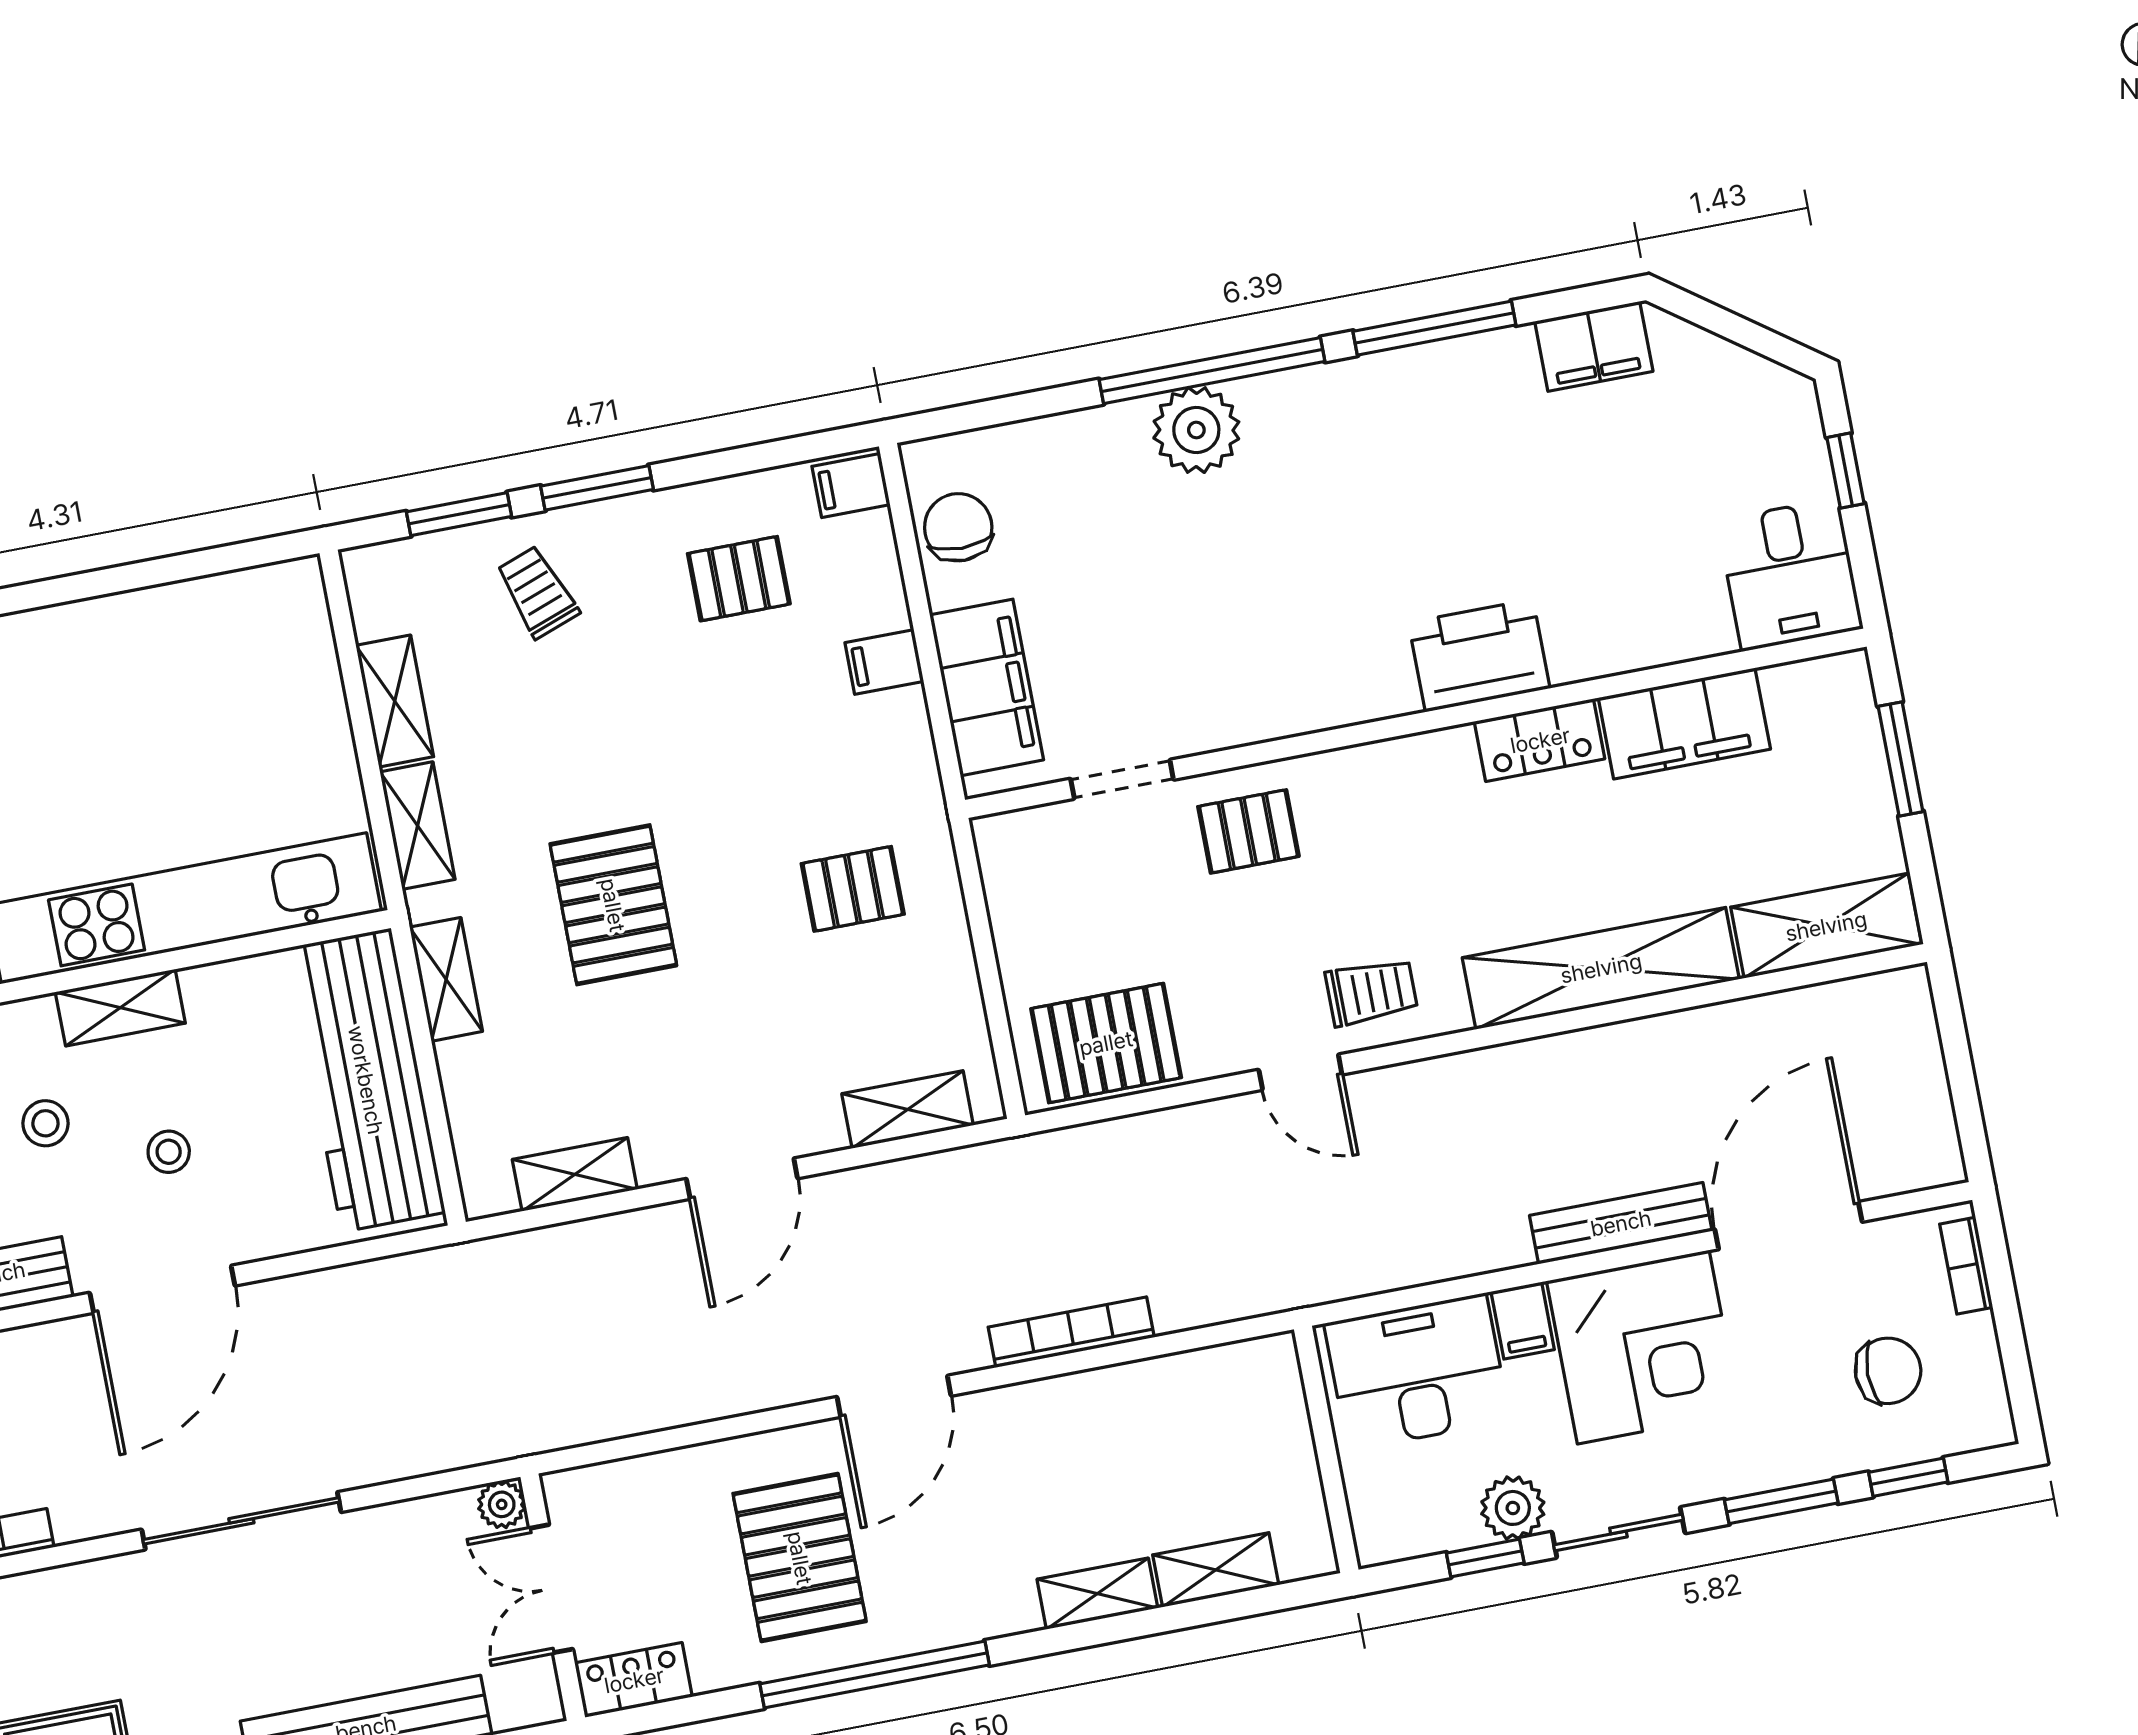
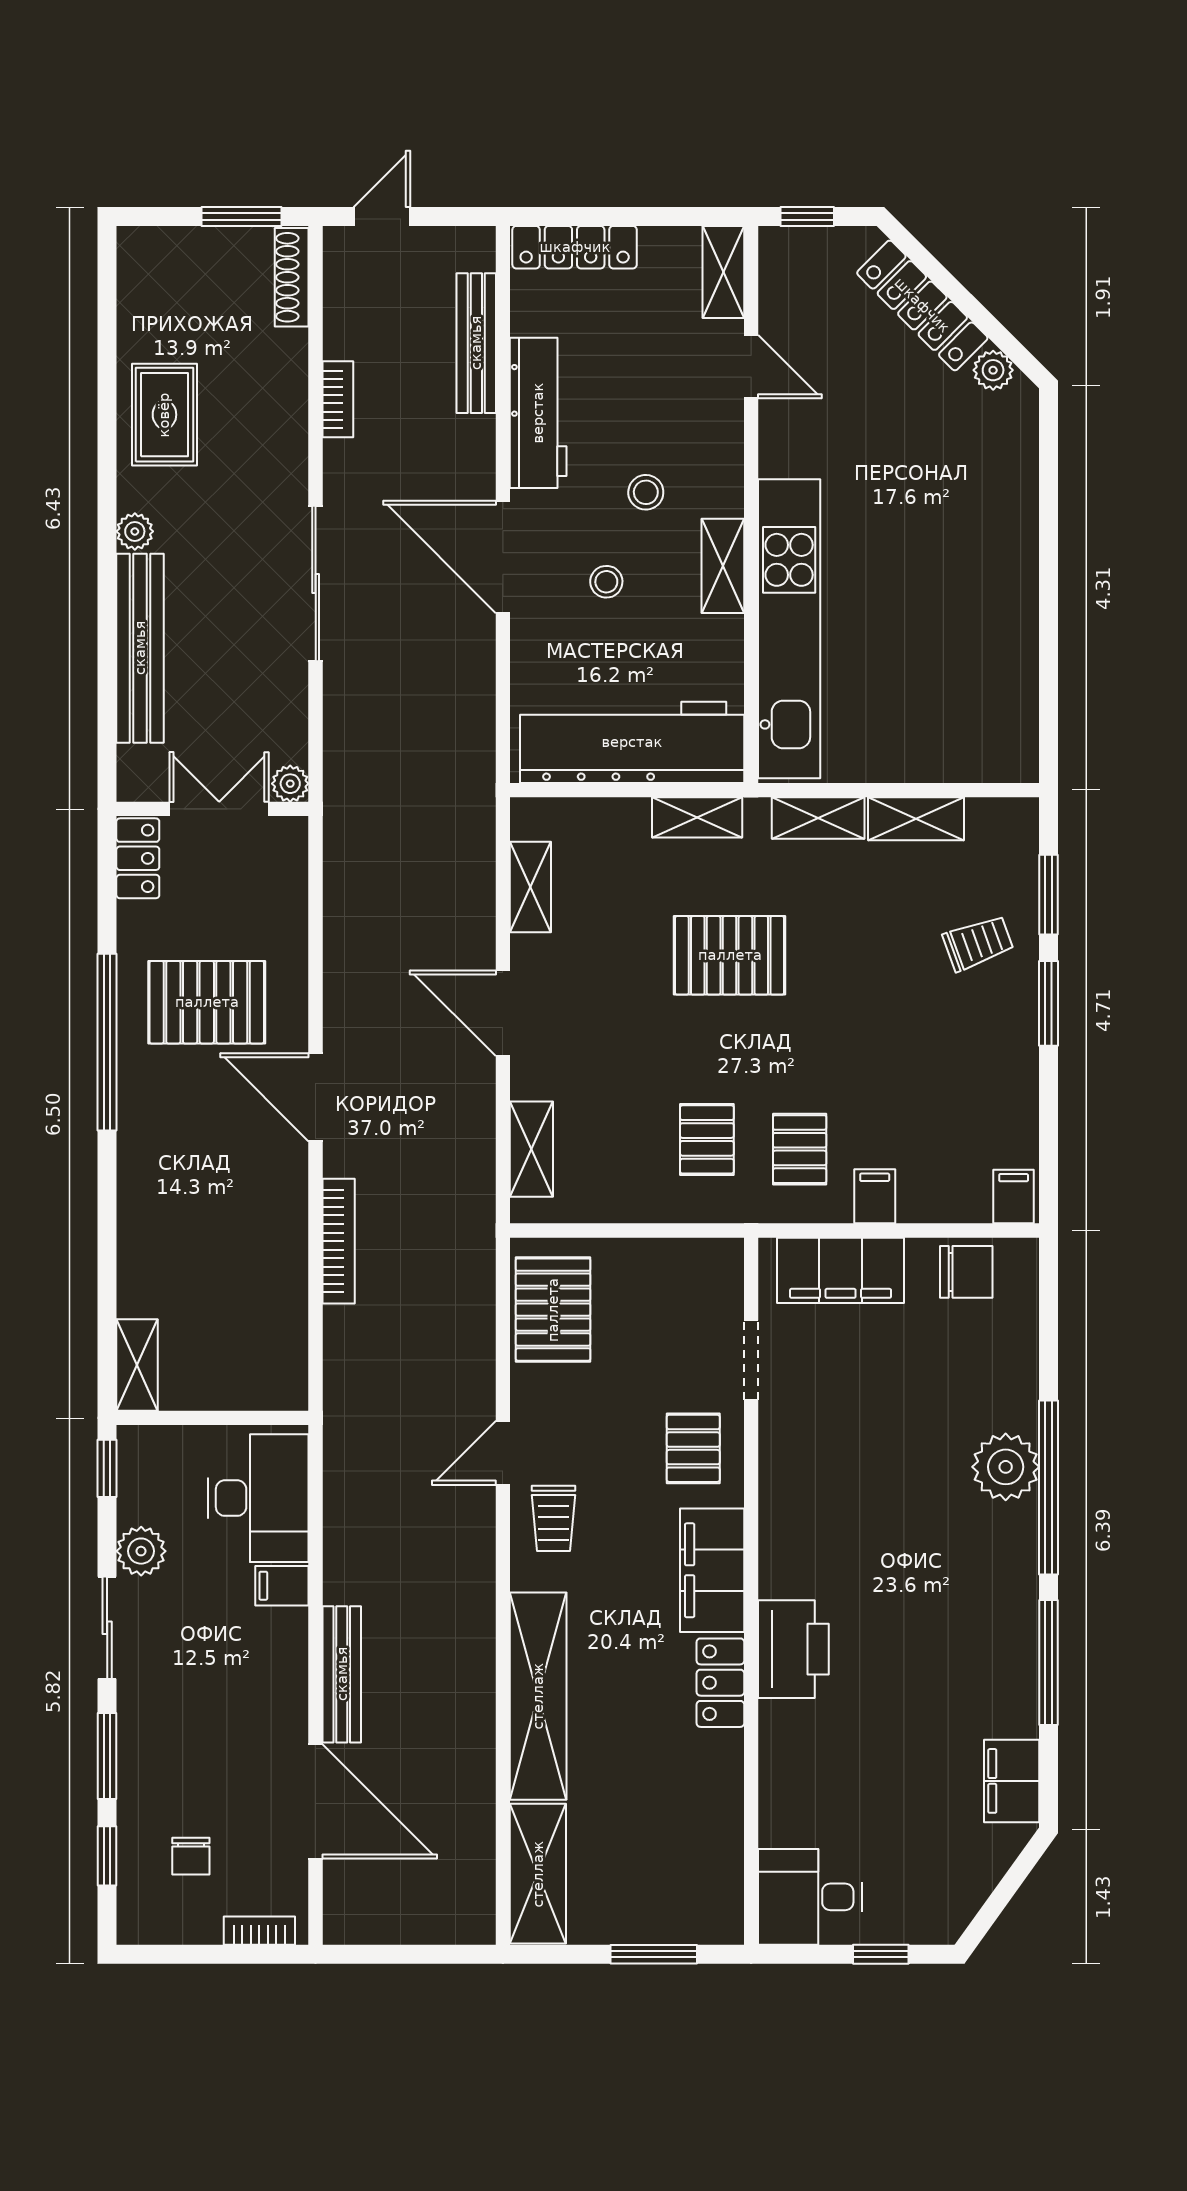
pallet: (739, 579) -> (800, 1149), moved
filing cabinet: (1684, 723) -> (712, 1570), moved
corner desk: (1643, 1347) -> (244, 1674), removed
chair: (1888, 1371) -> (191, 1856), width x0.73, depth x0.73
window: (1485, 1558) -> (107, 1468), moved
shelving: (1216, 1570) -> (137, 1365), moved
shelving: (1097, 1594) -> (136, 1223), removed

